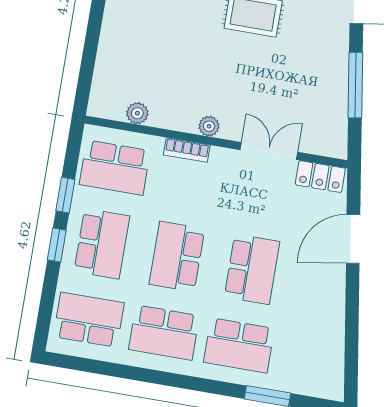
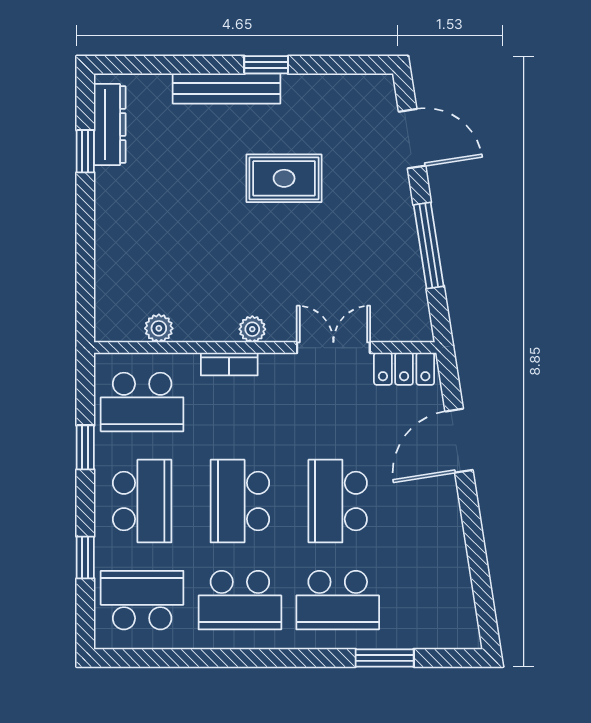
window: (57, 245) -> (85, 557), moved
school desk: (252, 269) -> (338, 501), turned 180

